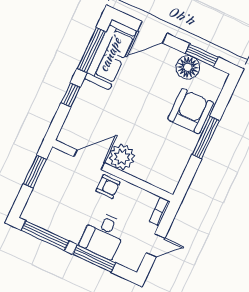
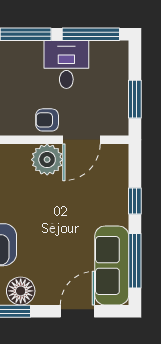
desk: (103, 235) -> (66, 65), moved

